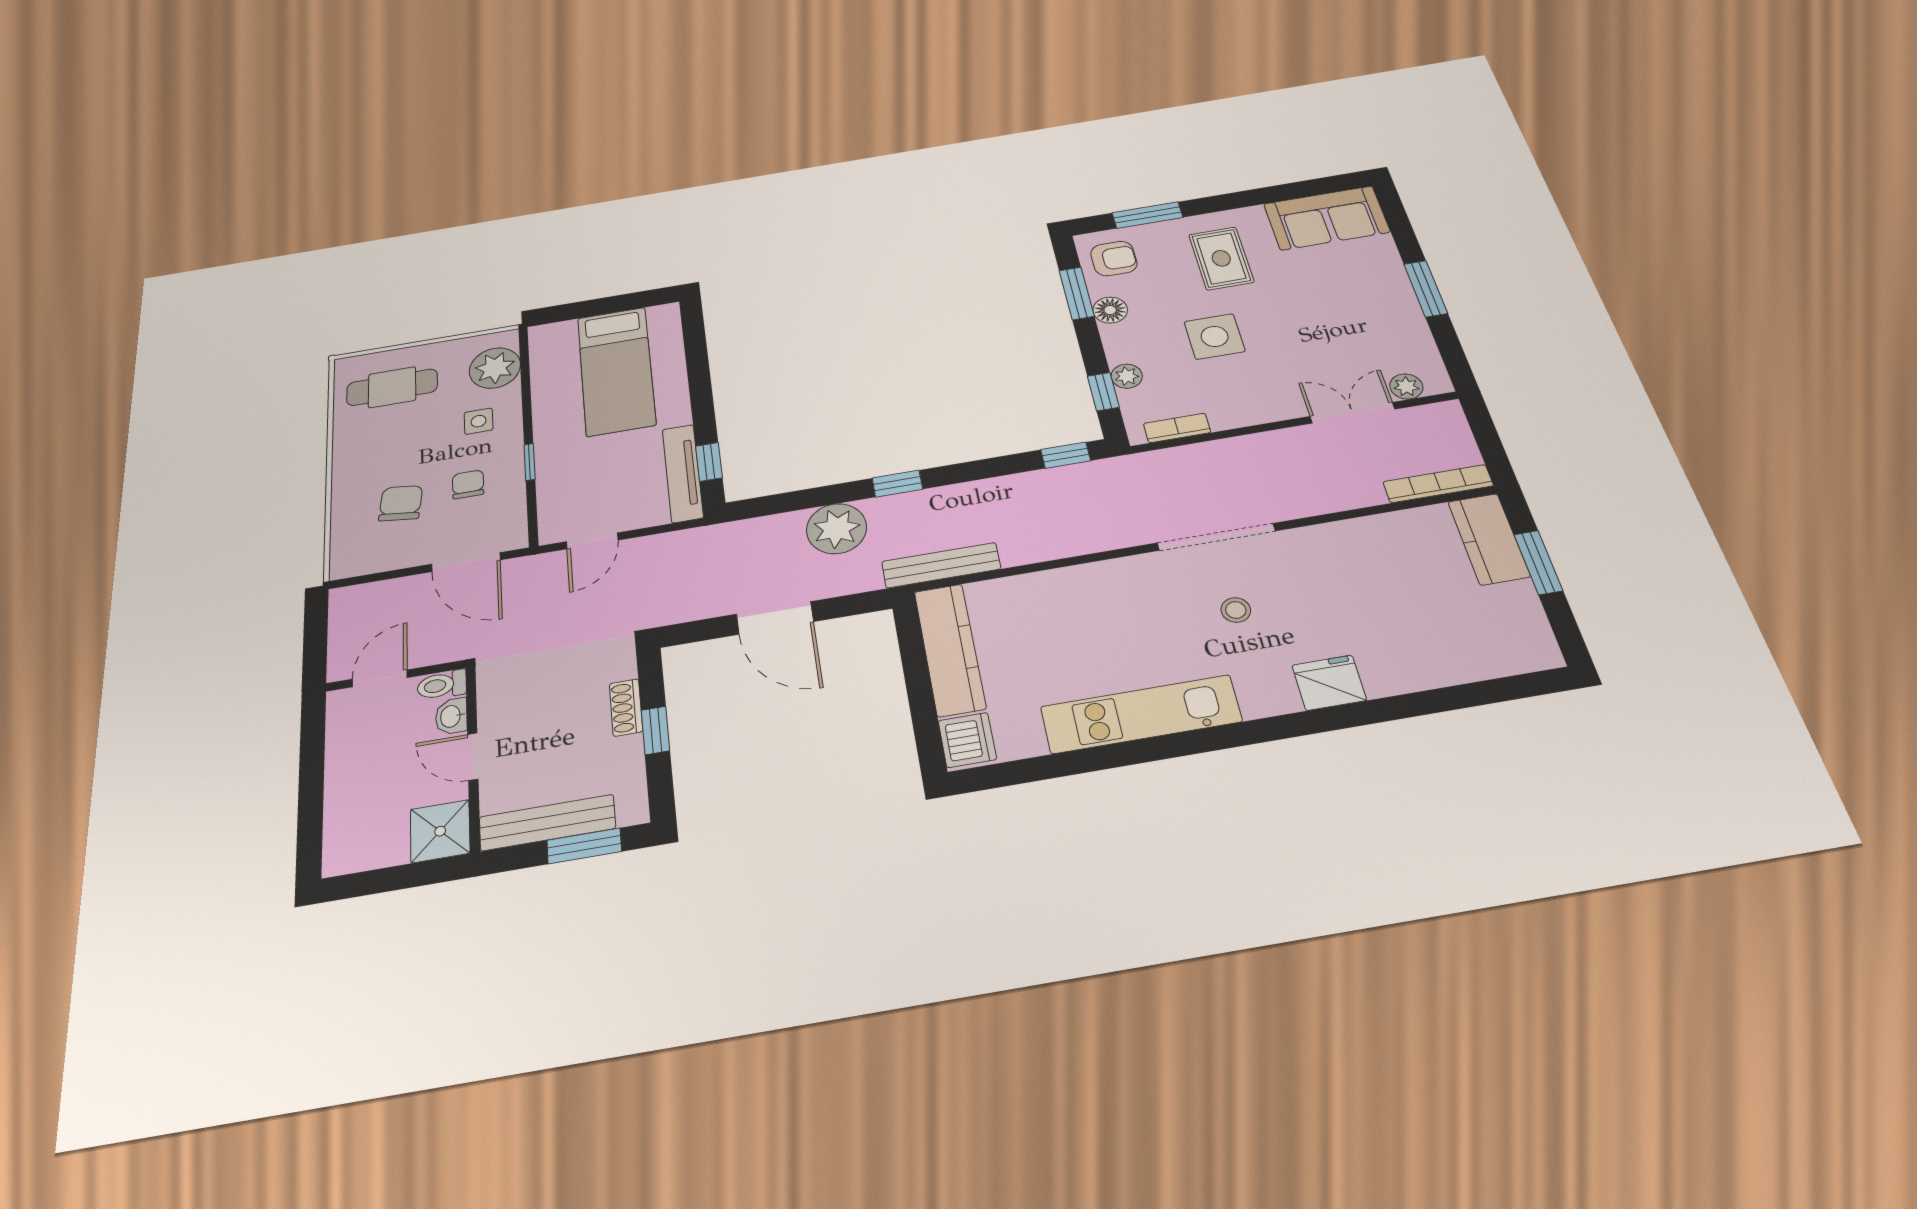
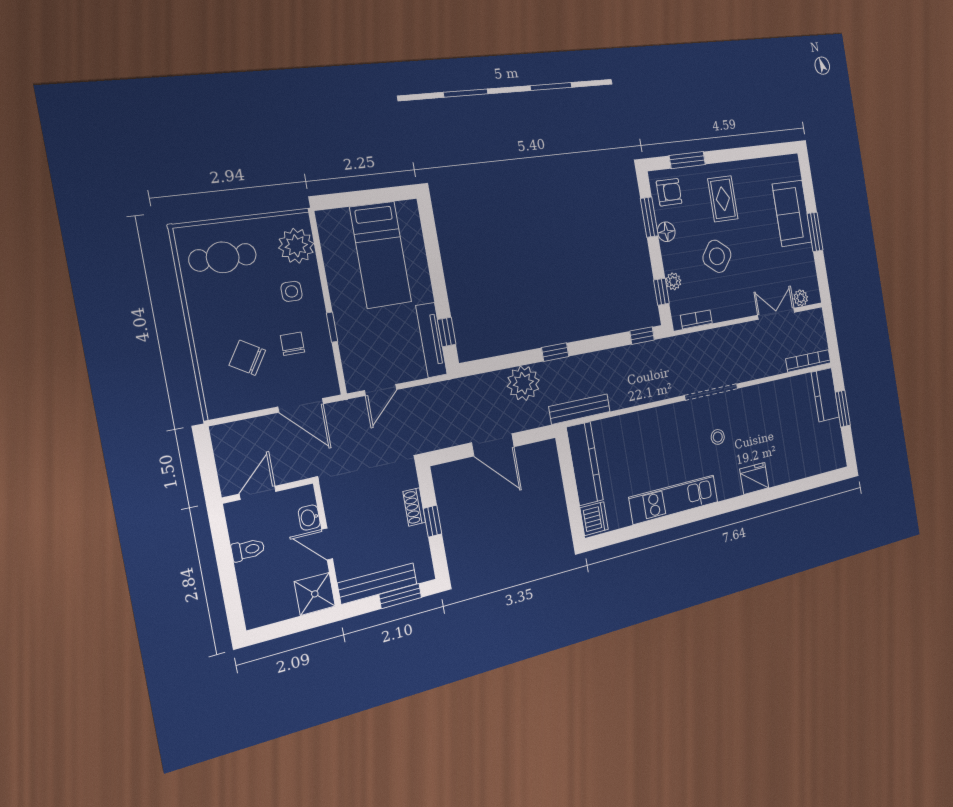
sofa: (1327, 218) -> (792, 213), moved, turned 90
side table: (1215, 336) -> (717, 256), turned 38
chair: (401, 503) -> (247, 358), turned -65
toilet: (442, 685) -> (248, 550), moved, turned 180

